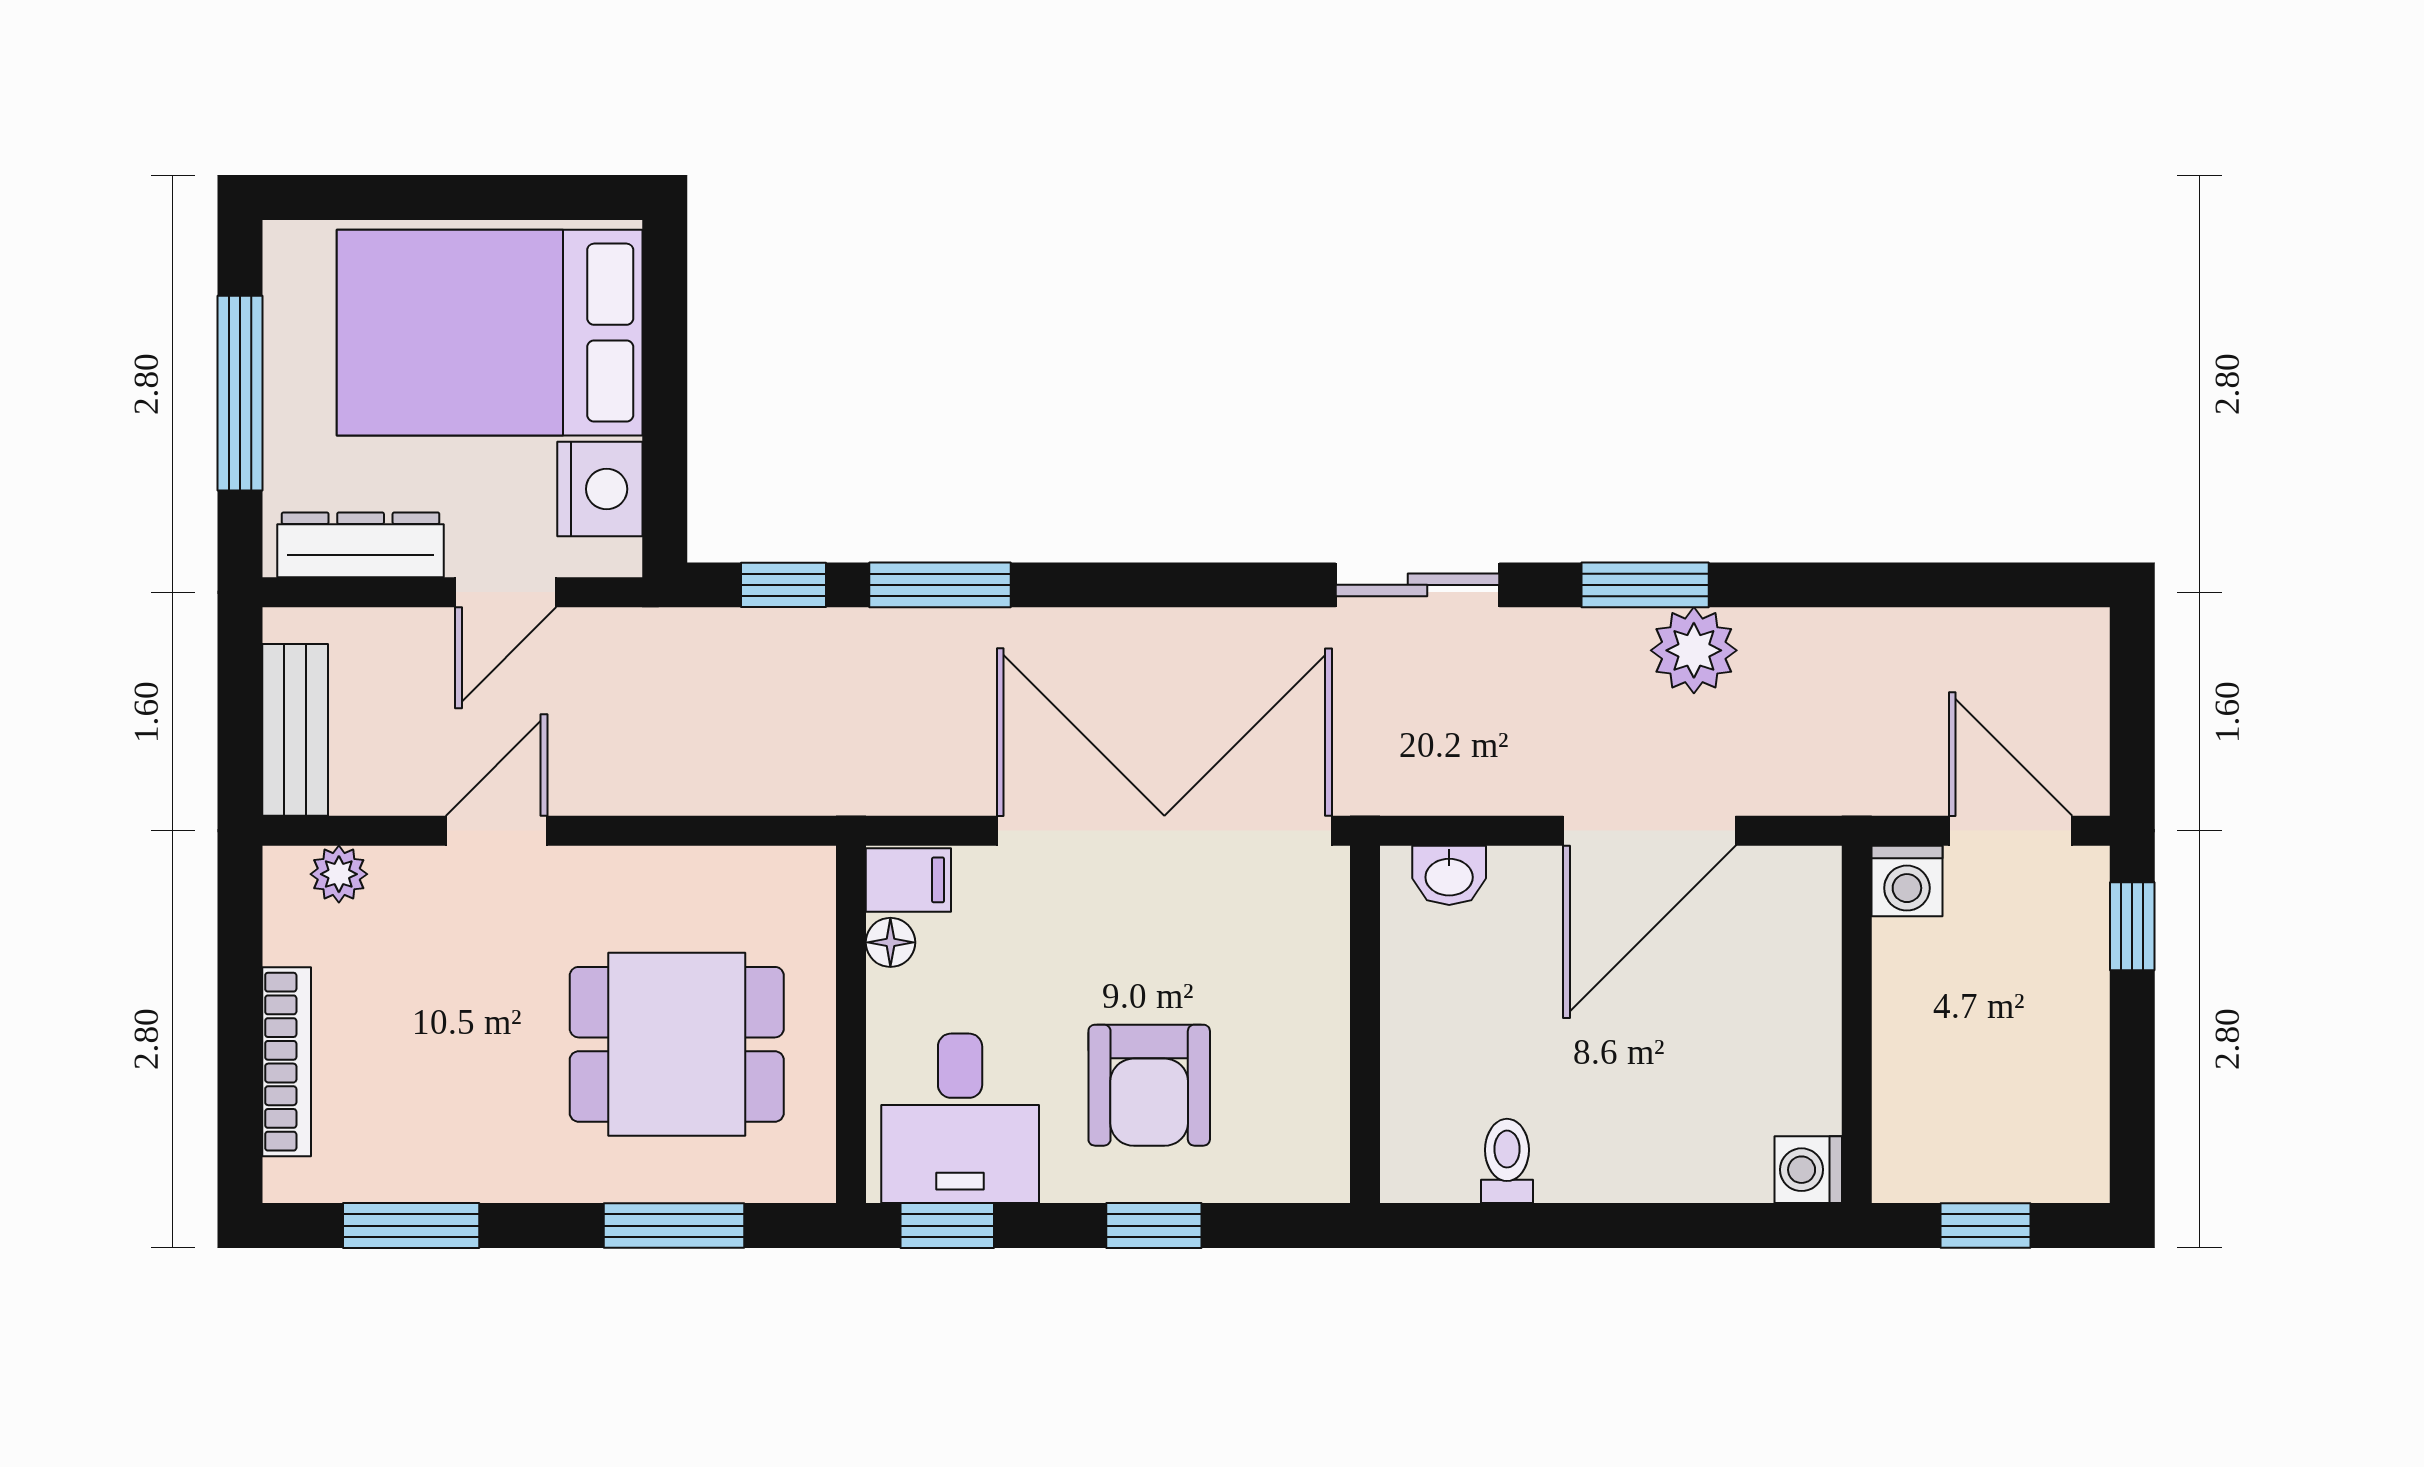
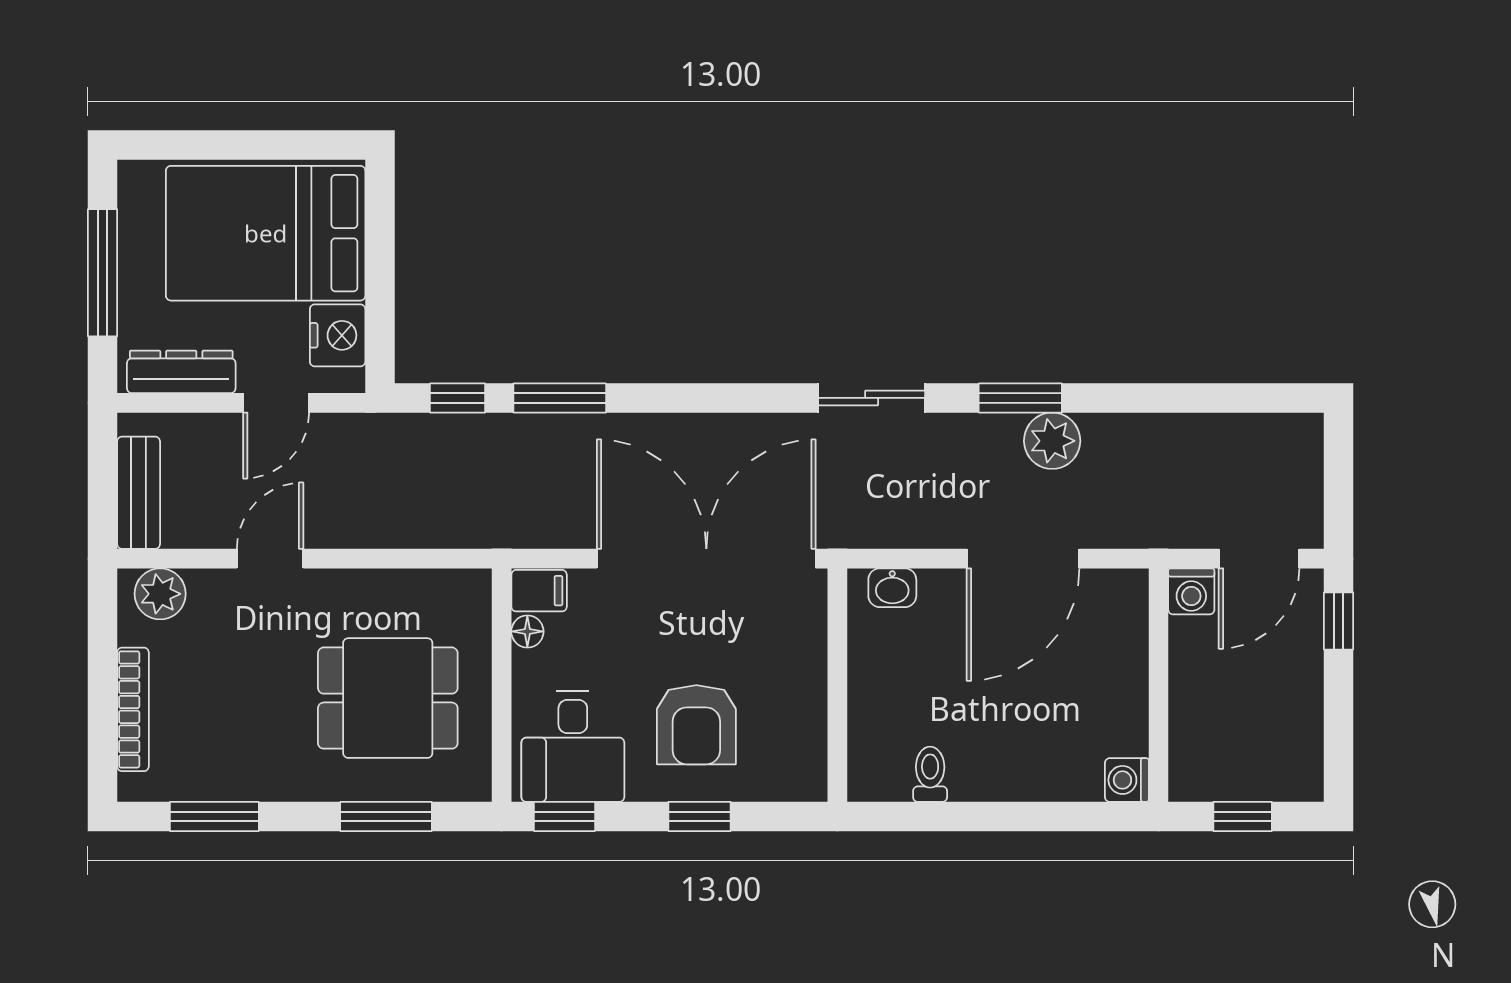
door: (2011, 831) -> (1259, 559), swing flipped
plant: (339, 874) -> (160, 594), width x1.38, depth x1.38

